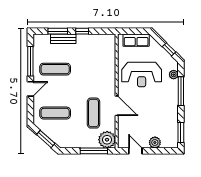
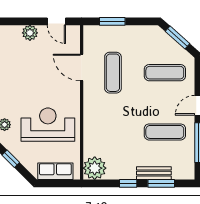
door: (117, 106) -> (82, 68), moved
plant: (107, 140) -> (95, 168), moved
window: (94, 151) -> (112, 21), width x0.69

